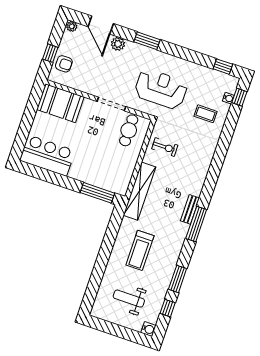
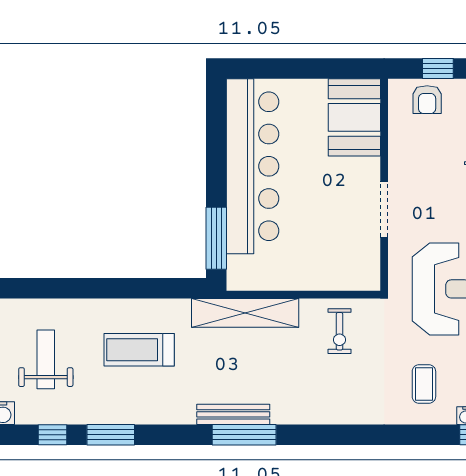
cafe table: (129, 130) -> (347, 256), removed
bar counter: (47, 156) -> (252, 166), width x1.86
bench: (190, 209) -> (233, 414), width x1.36
window: (196, 224) -> (244, 435), moved

